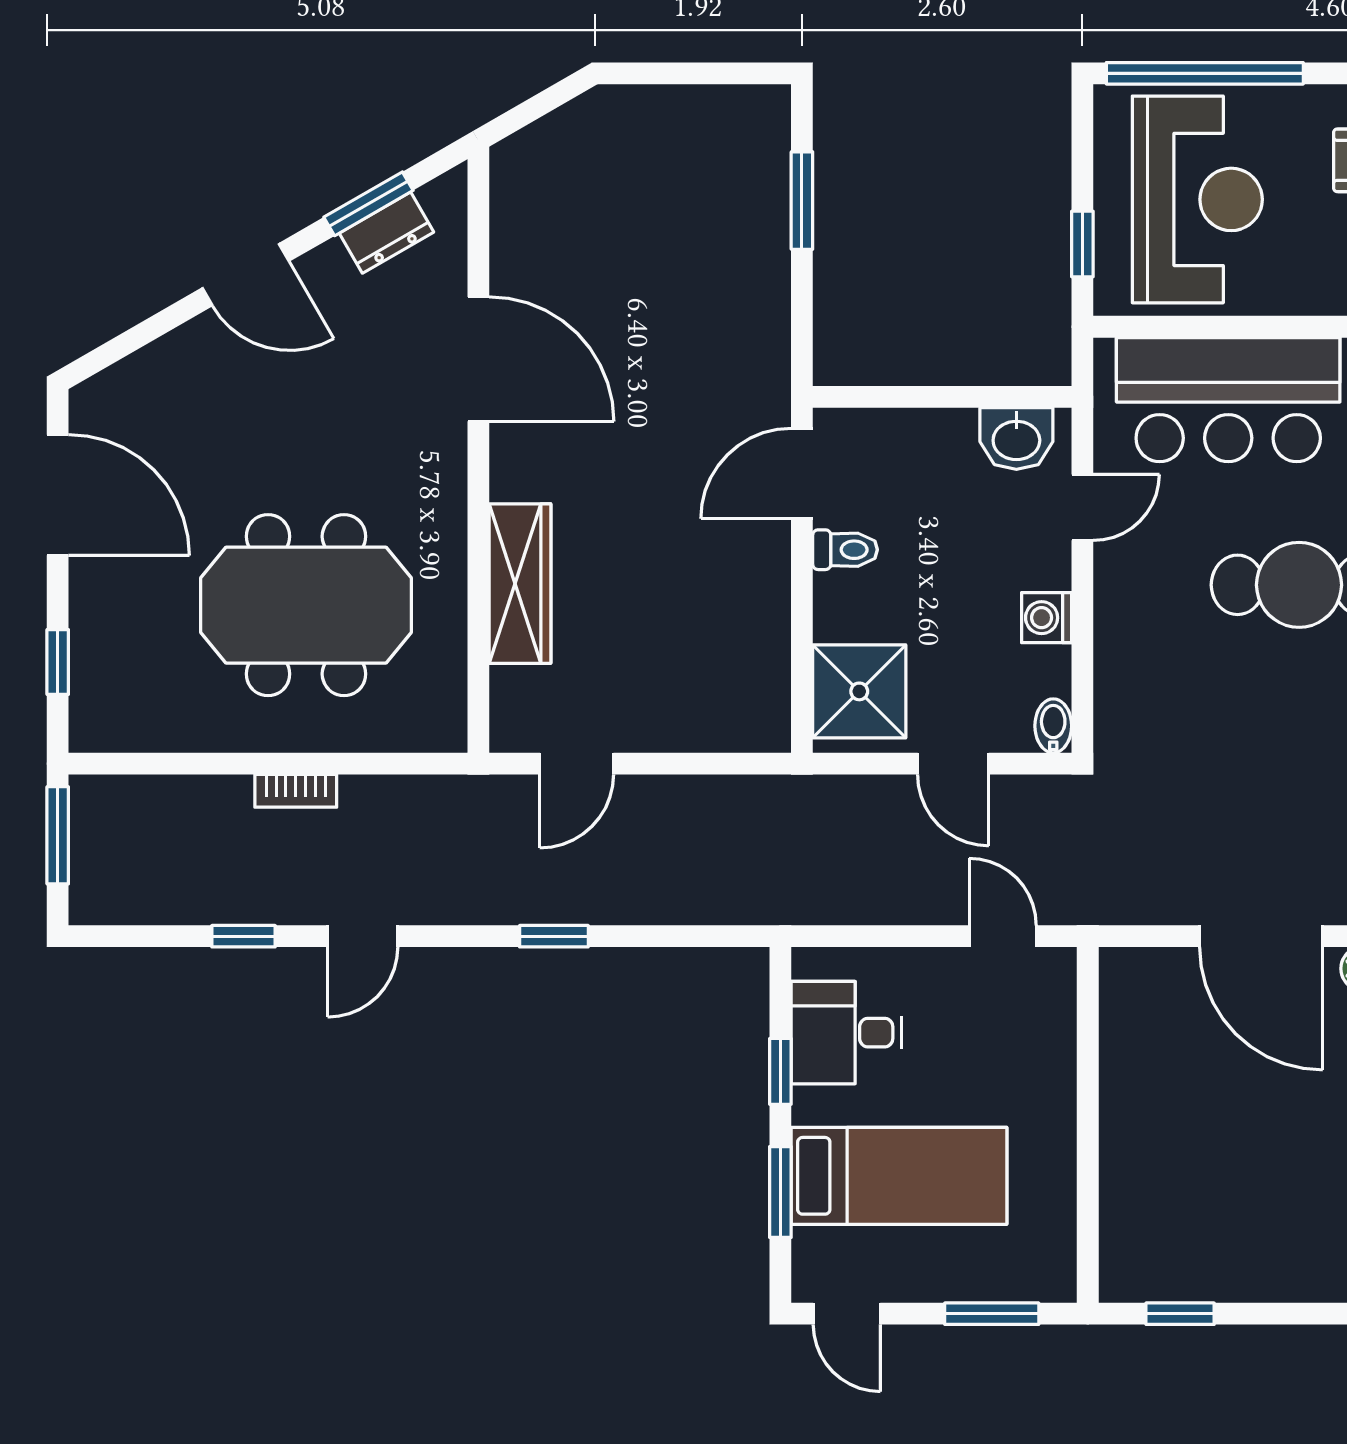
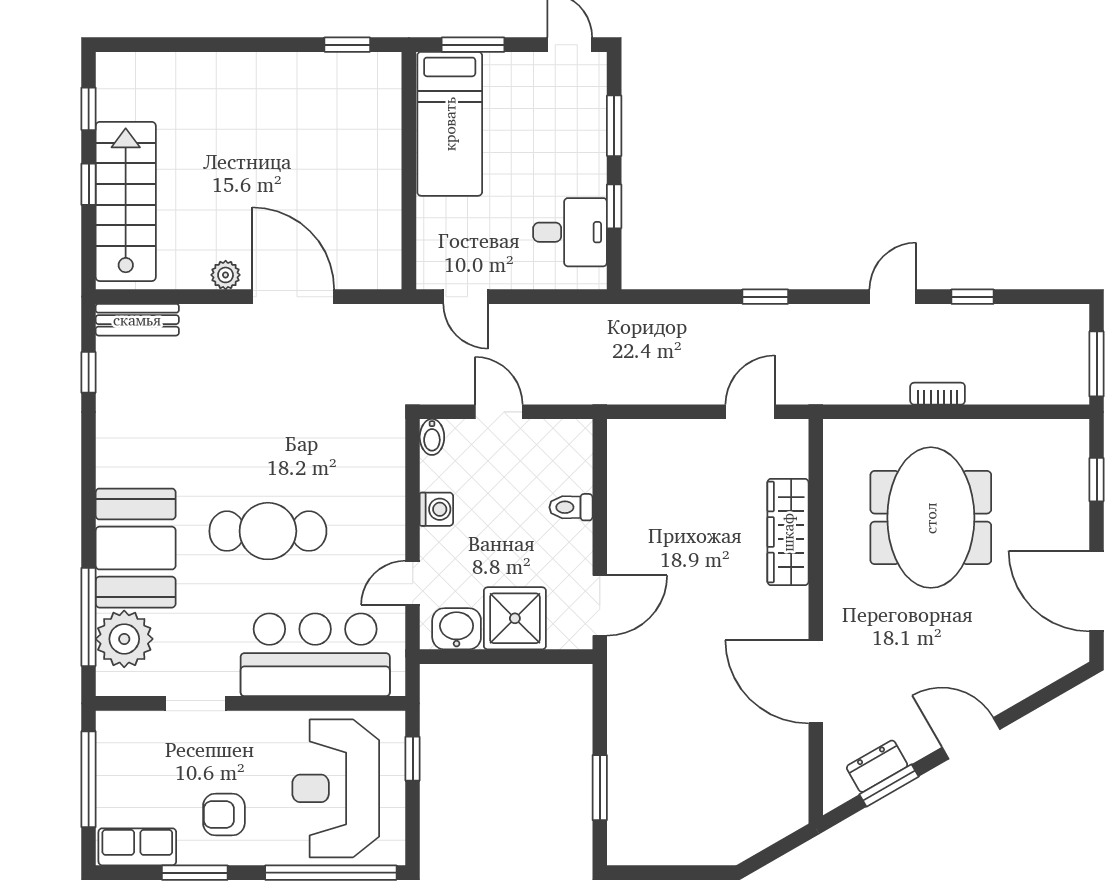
toilet: (845, 550) -> (571, 507), moved
meeting table: (306, 605) -> (931, 518), turned 90
shower: (859, 691) -> (515, 618), moved
bed: (899, 1176) -> (450, 124), moved, turned -90

